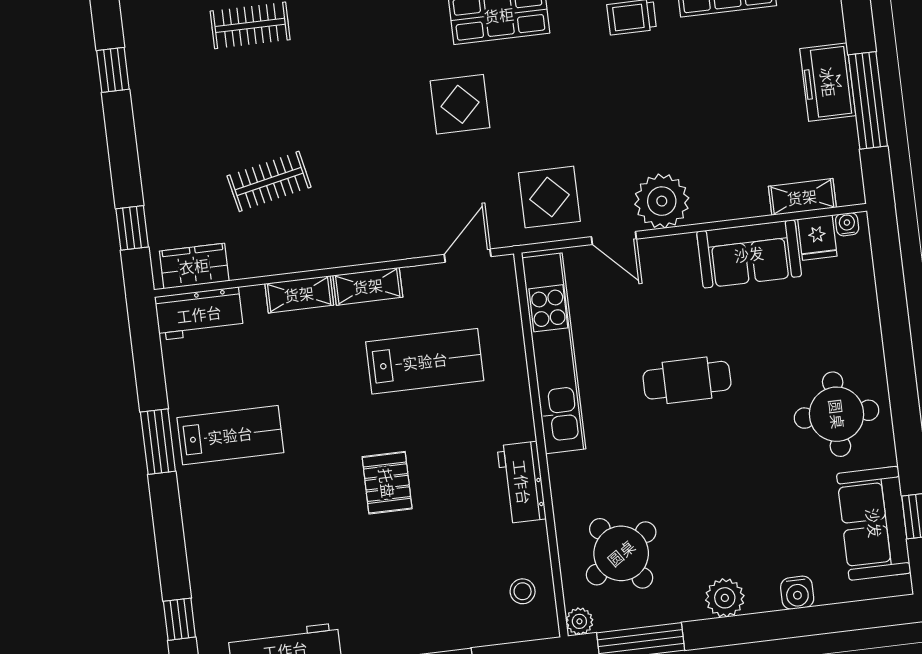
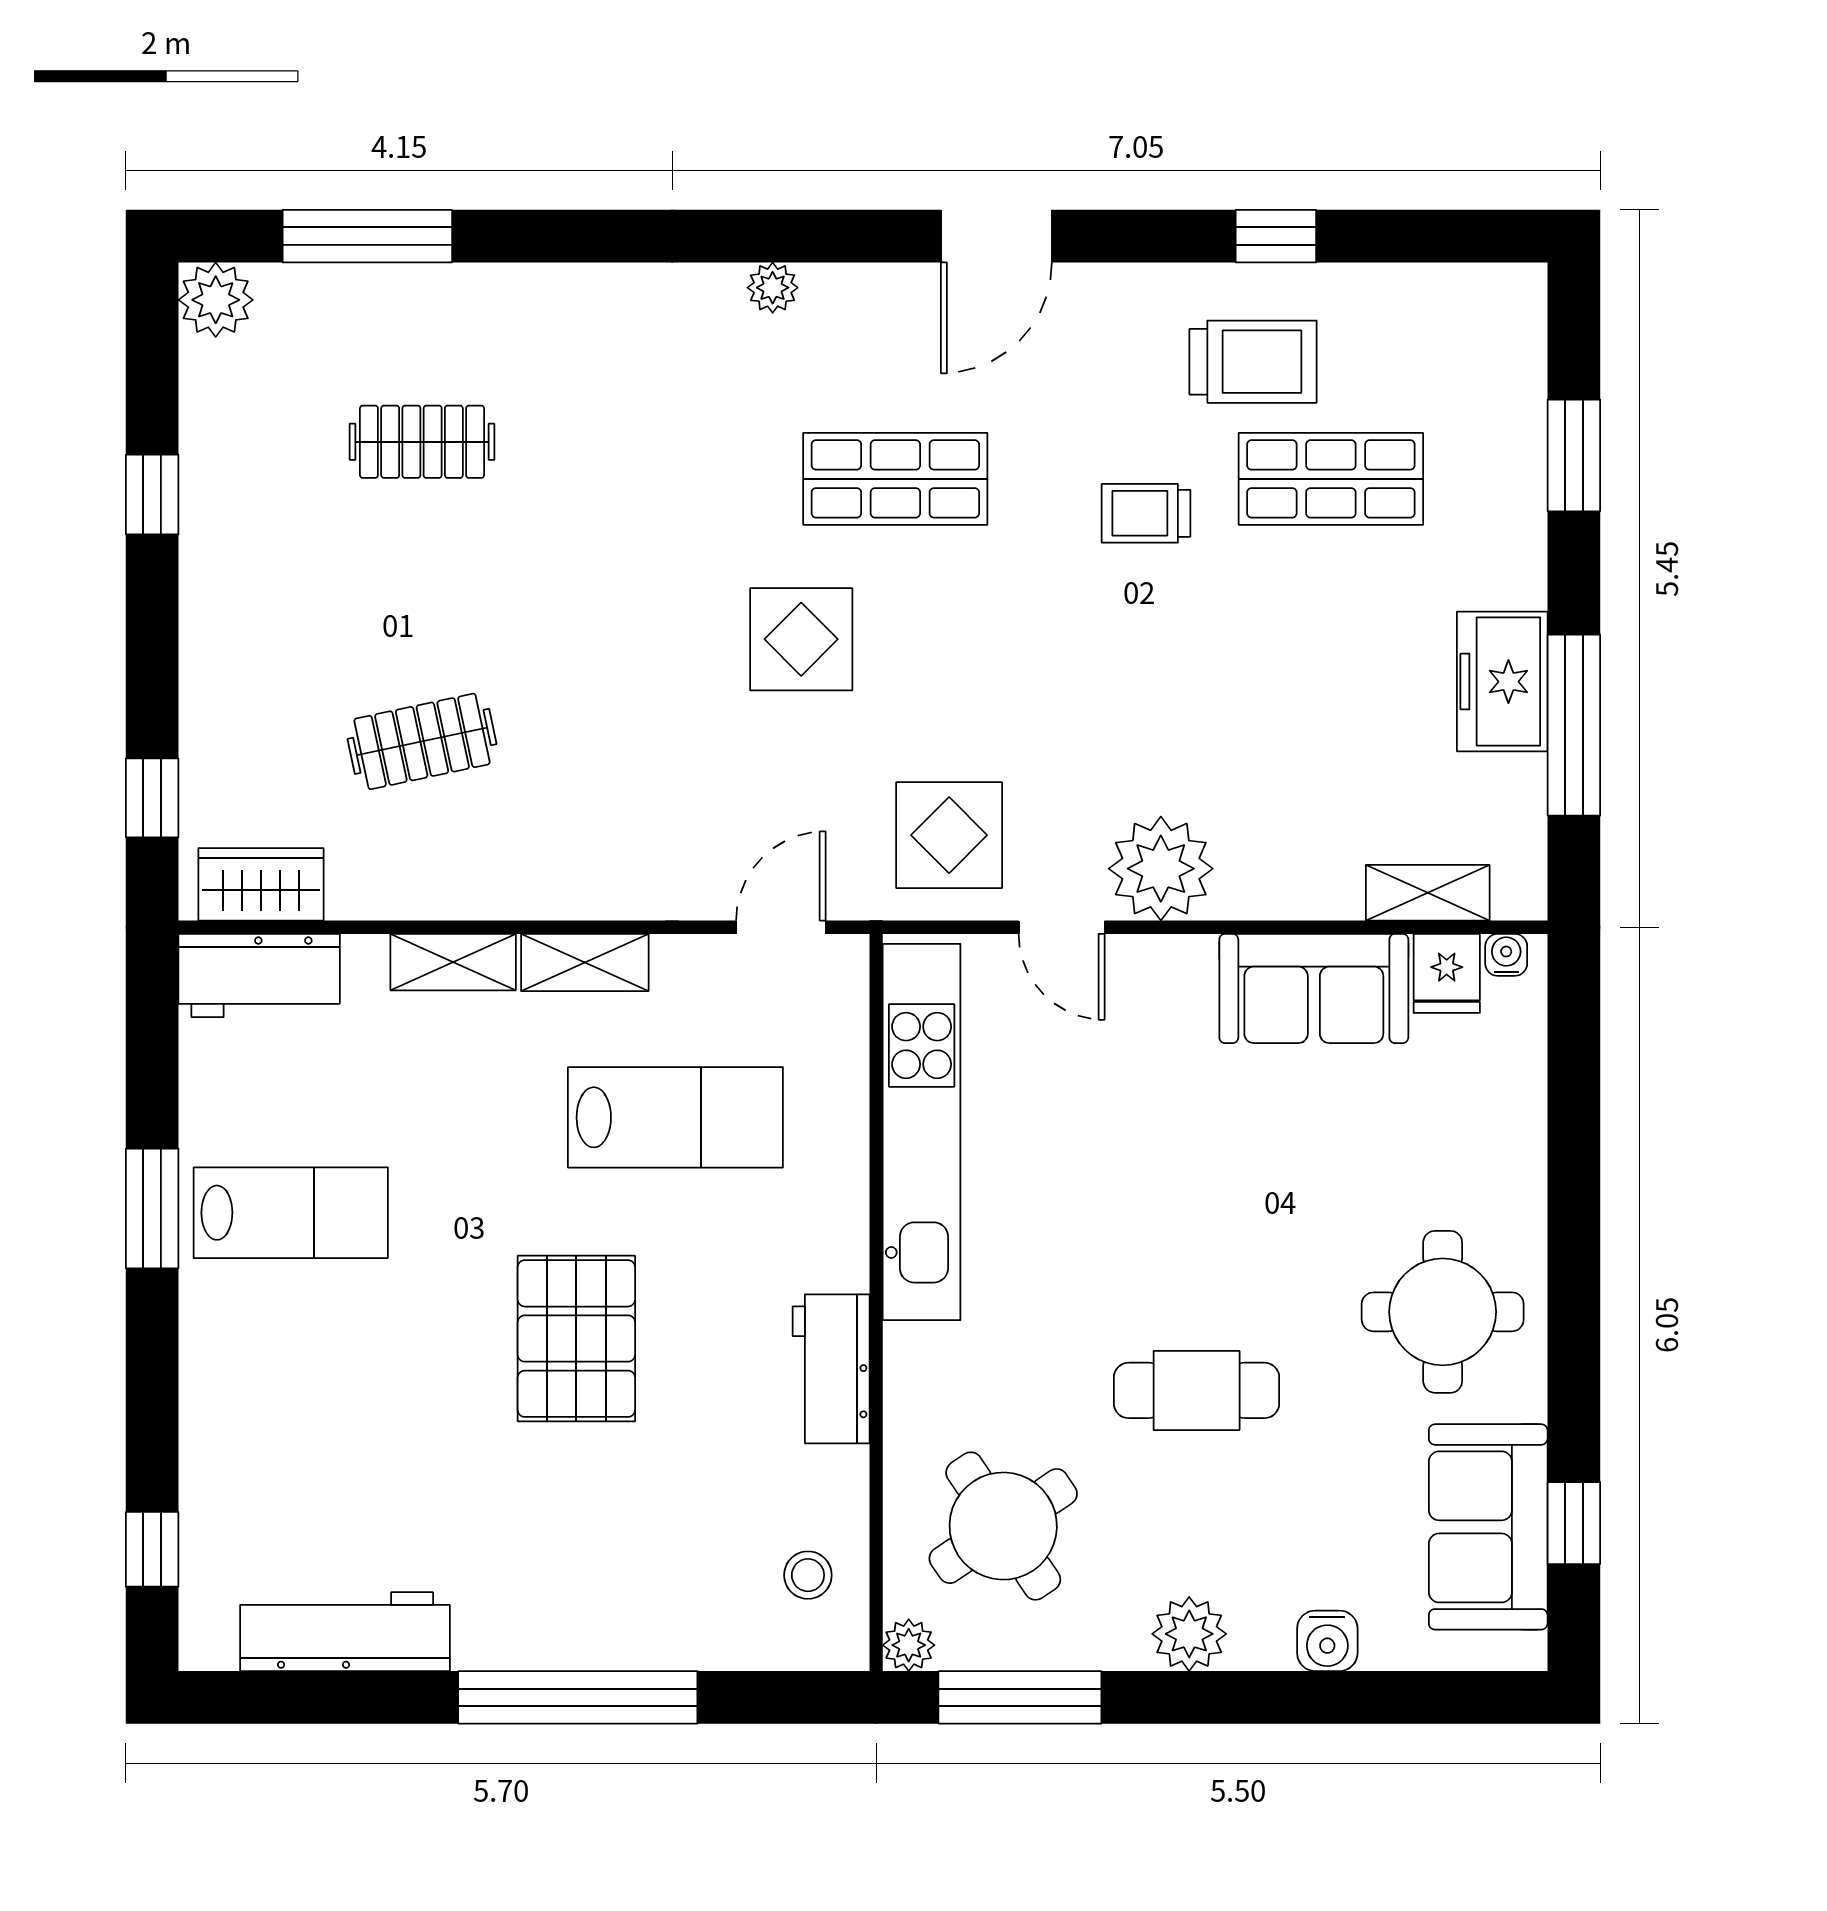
cafe table: (687, 380) -> (1197, 1390), moved
pallet: (387, 483) -> (576, 1339), width x1.50, depth x1.42

